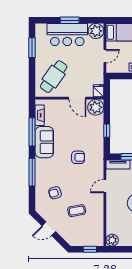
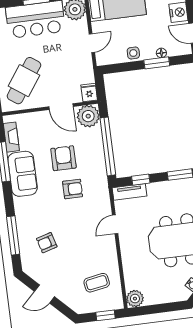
window: (107, 131) -> (108, 146), width x3.17
armchair: (74, 135) -> (63, 158), added
window: (32, 172) -> (13, 235), moved
coffee table: (77, 211) -> (97, 283), moved

